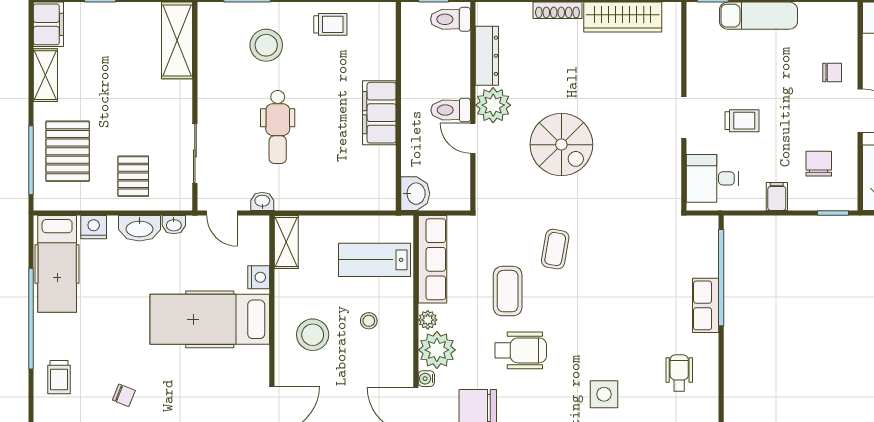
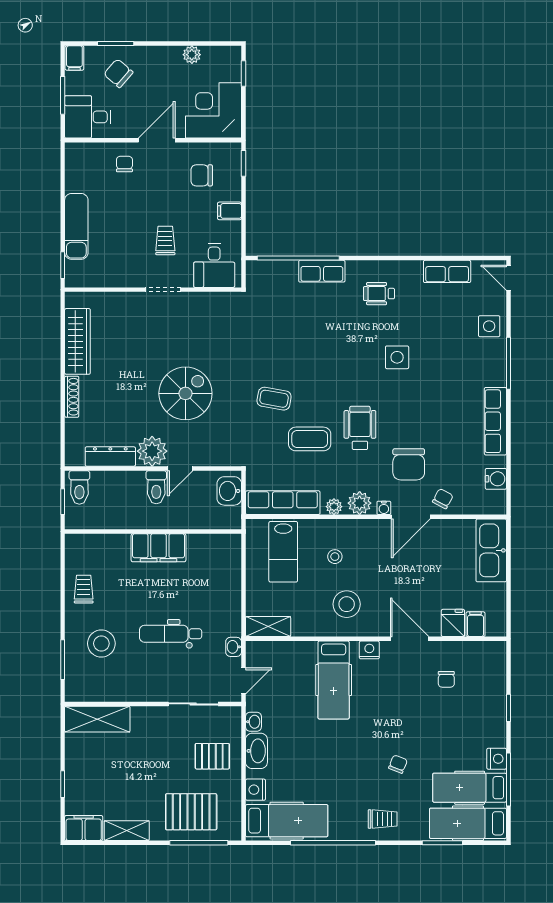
dental chair: (278, 127) -> (171, 634), turned 180
washbasin: (415, 194) -> (229, 491), moved, turned -90
nightstand: (259, 277) -> (369, 650), moved
hospital bed: (210, 319) -> (334, 680), width x0.73, depth x0.78
plant: (437, 350) -> (360, 503), width x0.73, depth x0.73

